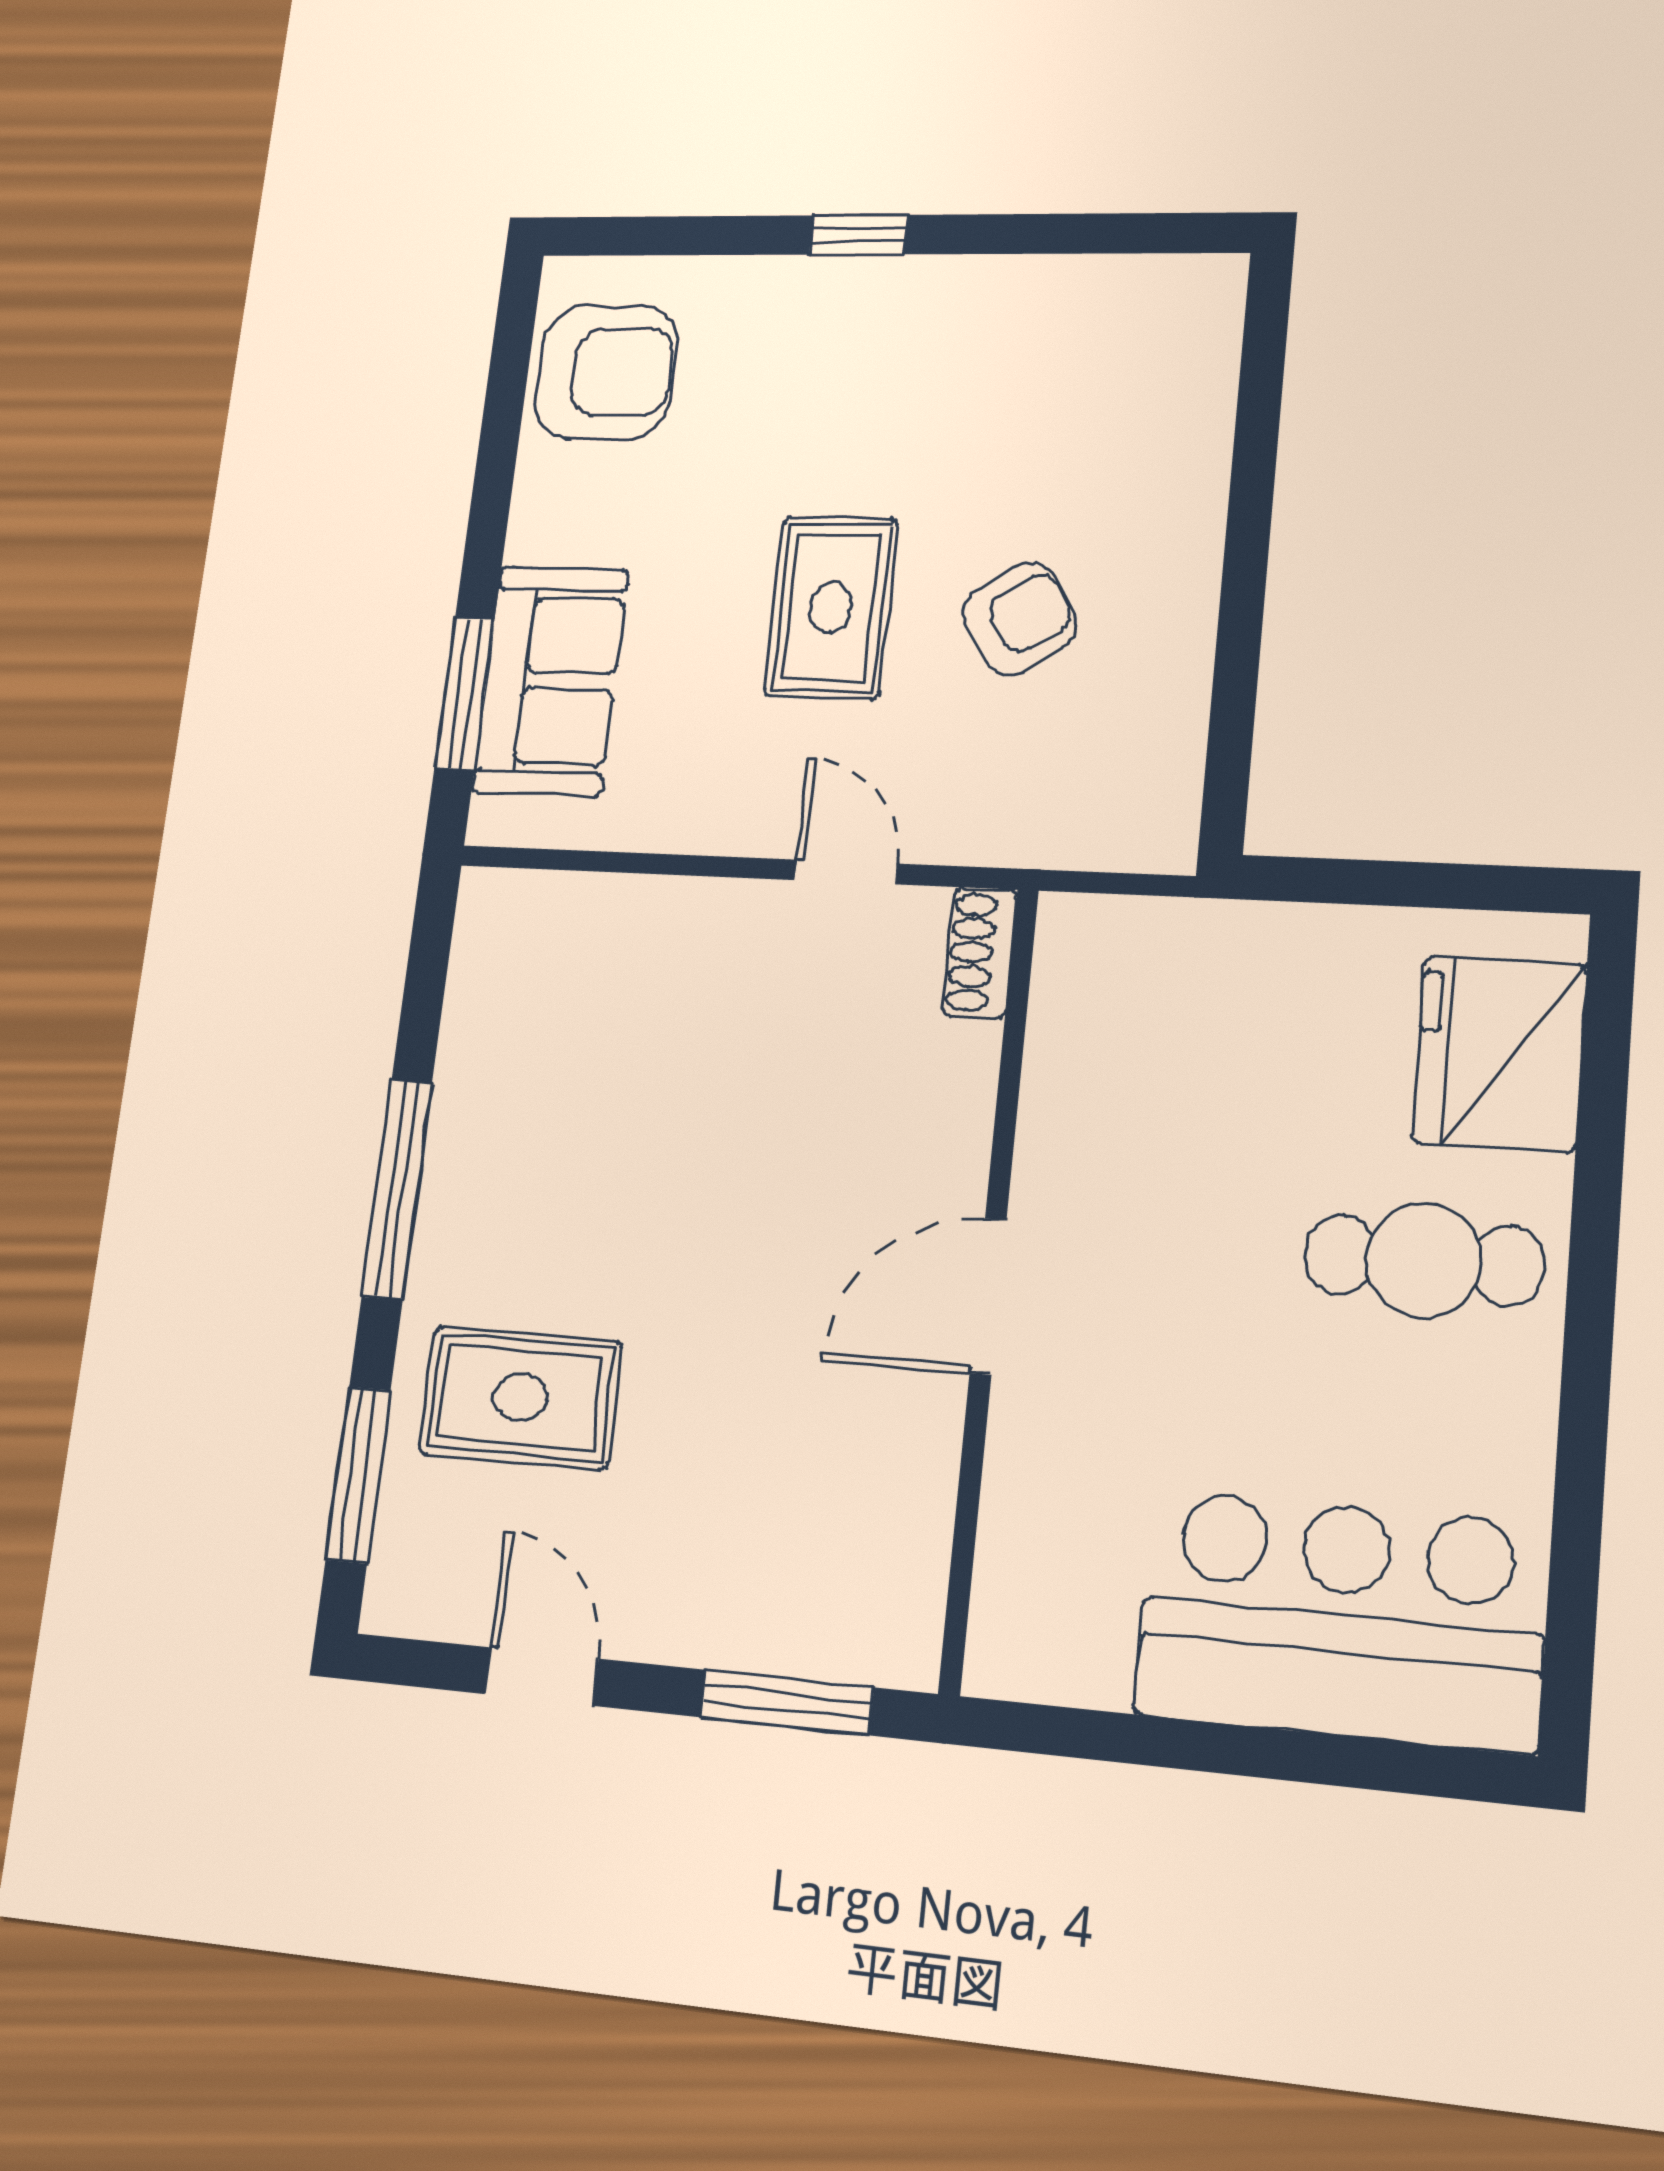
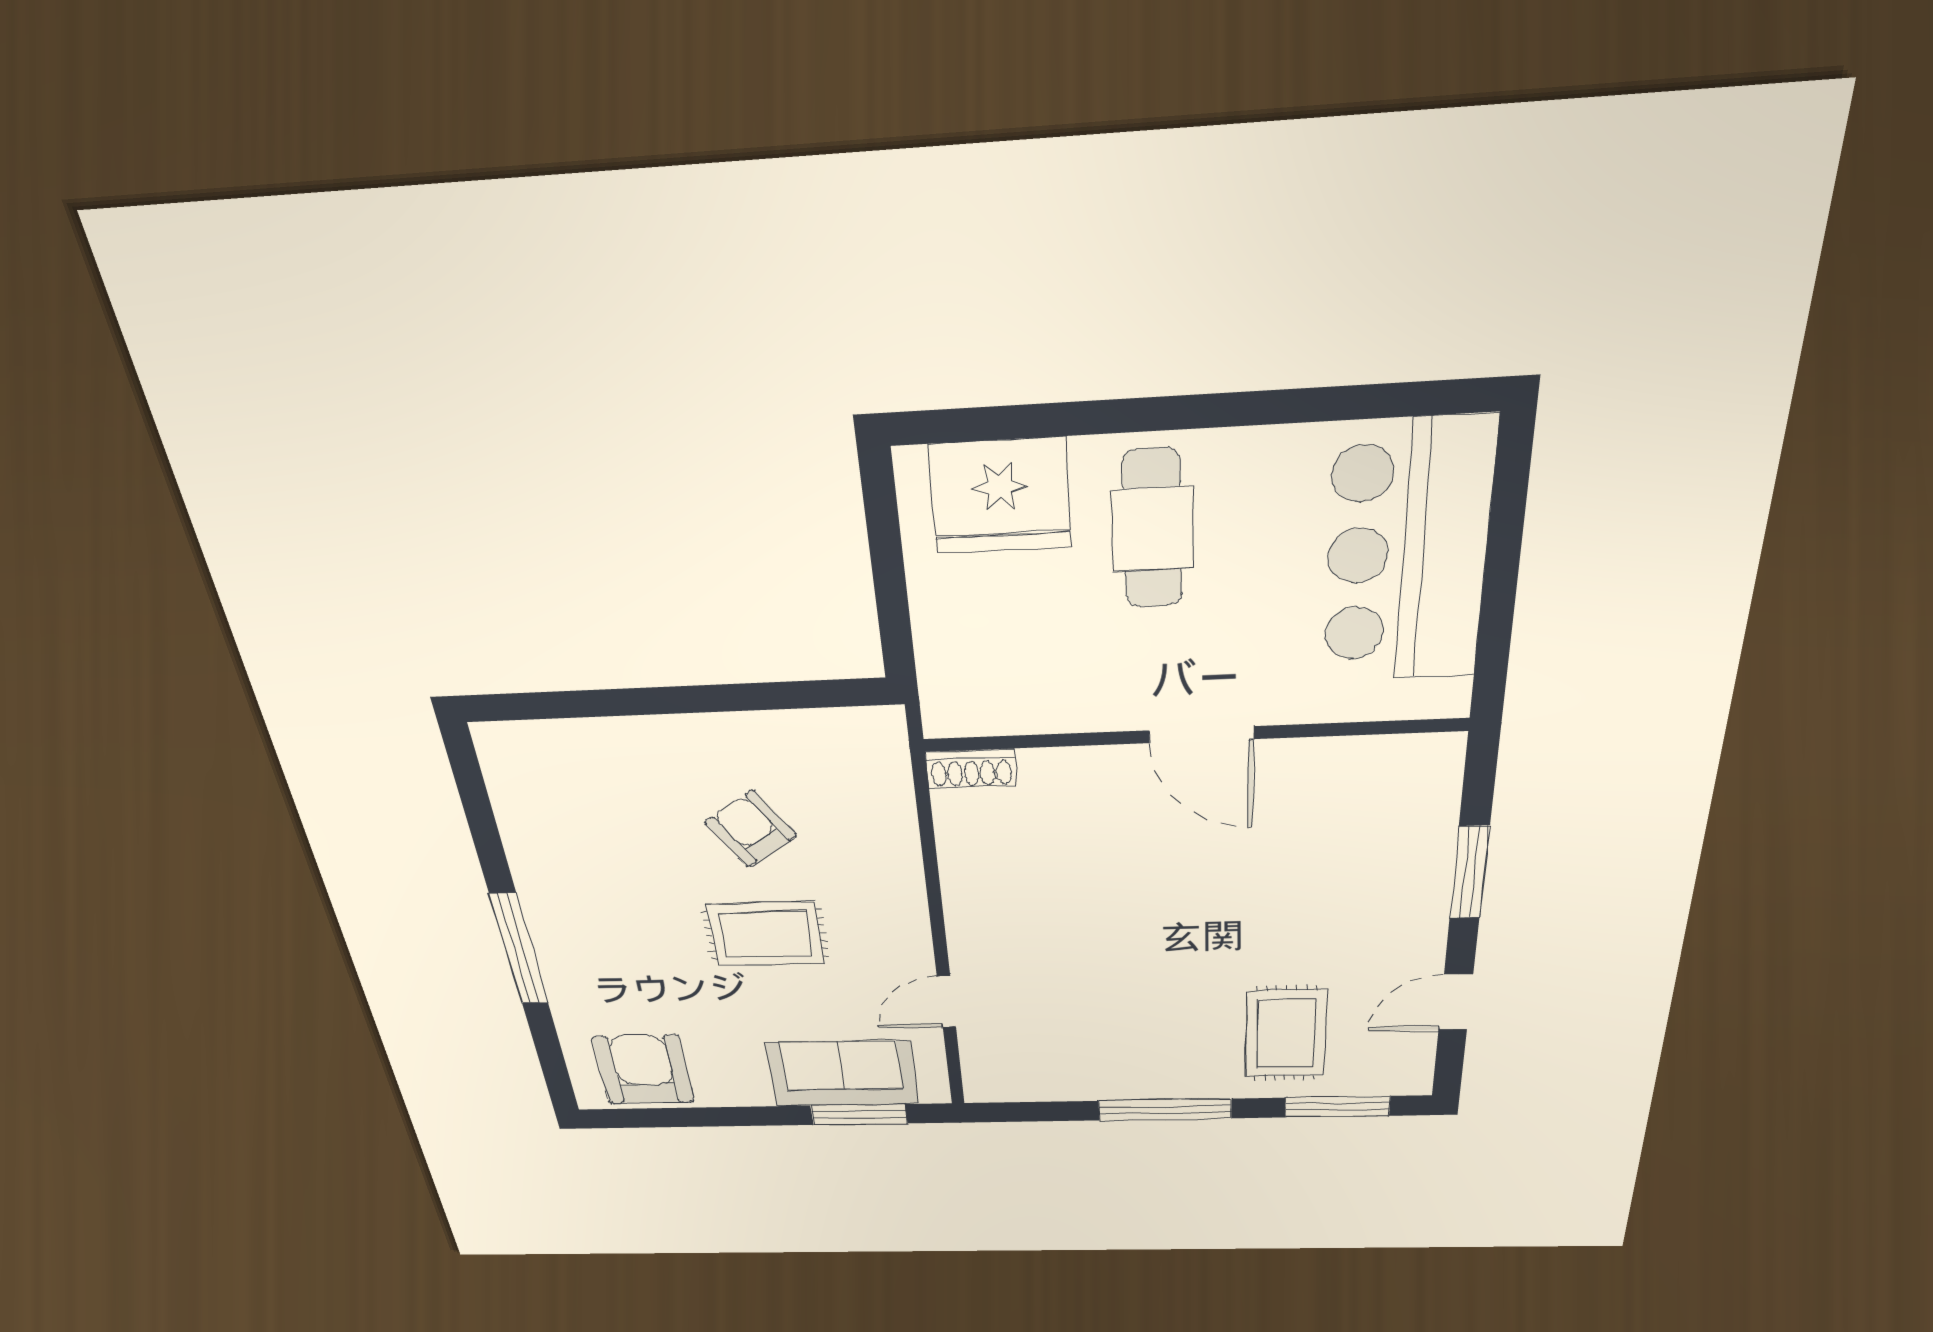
window: (858, 235) -> (519, 949), width x2.17
door: (846, 872) -> (946, 1002), moved
shoe rack: (980, 953) -> (971, 769), moved
wall: (989, 1282) -> (1192, 735), moved
door: (988, 1296) -> (1201, 735), moved

